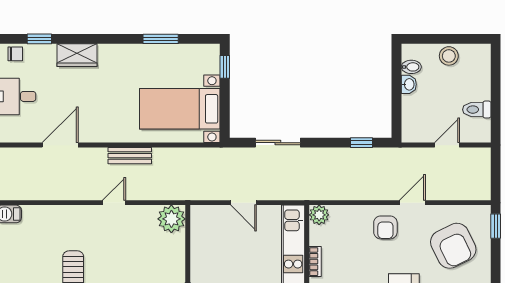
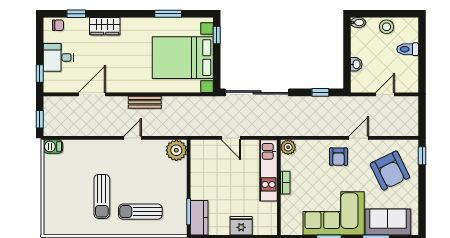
bidet: (411, 67) -> (358, 23), moved
washbasin: (409, 84) -> (356, 64), moved
bed with nightstands: (180, 109) -> (183, 58), width x1.36
toilet: (477, 110) -> (408, 49), moved
sliding door: (278, 143) -> (257, 92), width x1.86

